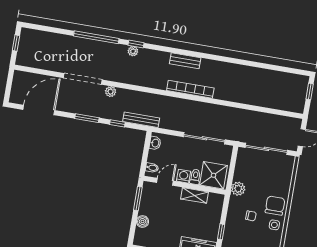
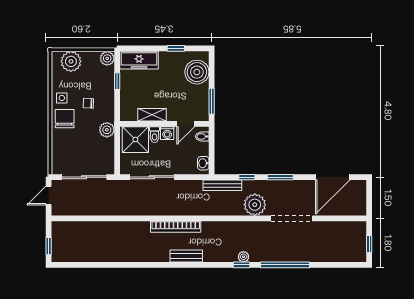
plant: (111, 92) -> (255, 205), width x1.88, depth x1.88
chair: (275, 206) -> (65, 119), turned 180
boiler: (142, 222) -> (197, 72), width x1.86, depth x1.86

